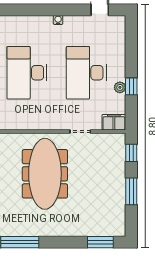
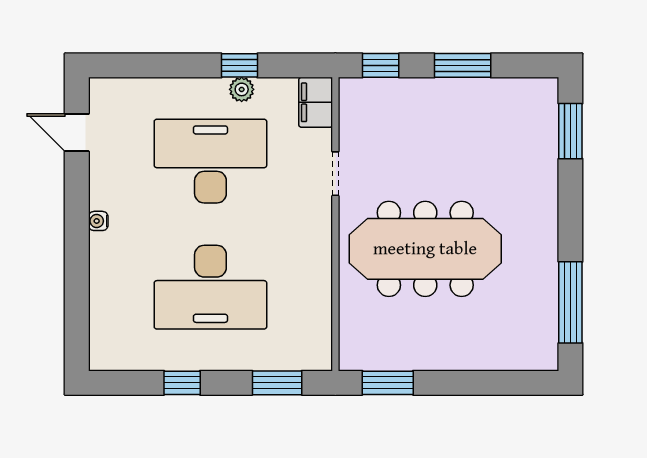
desk: (86, 73) -> (210, 161), turned 180

